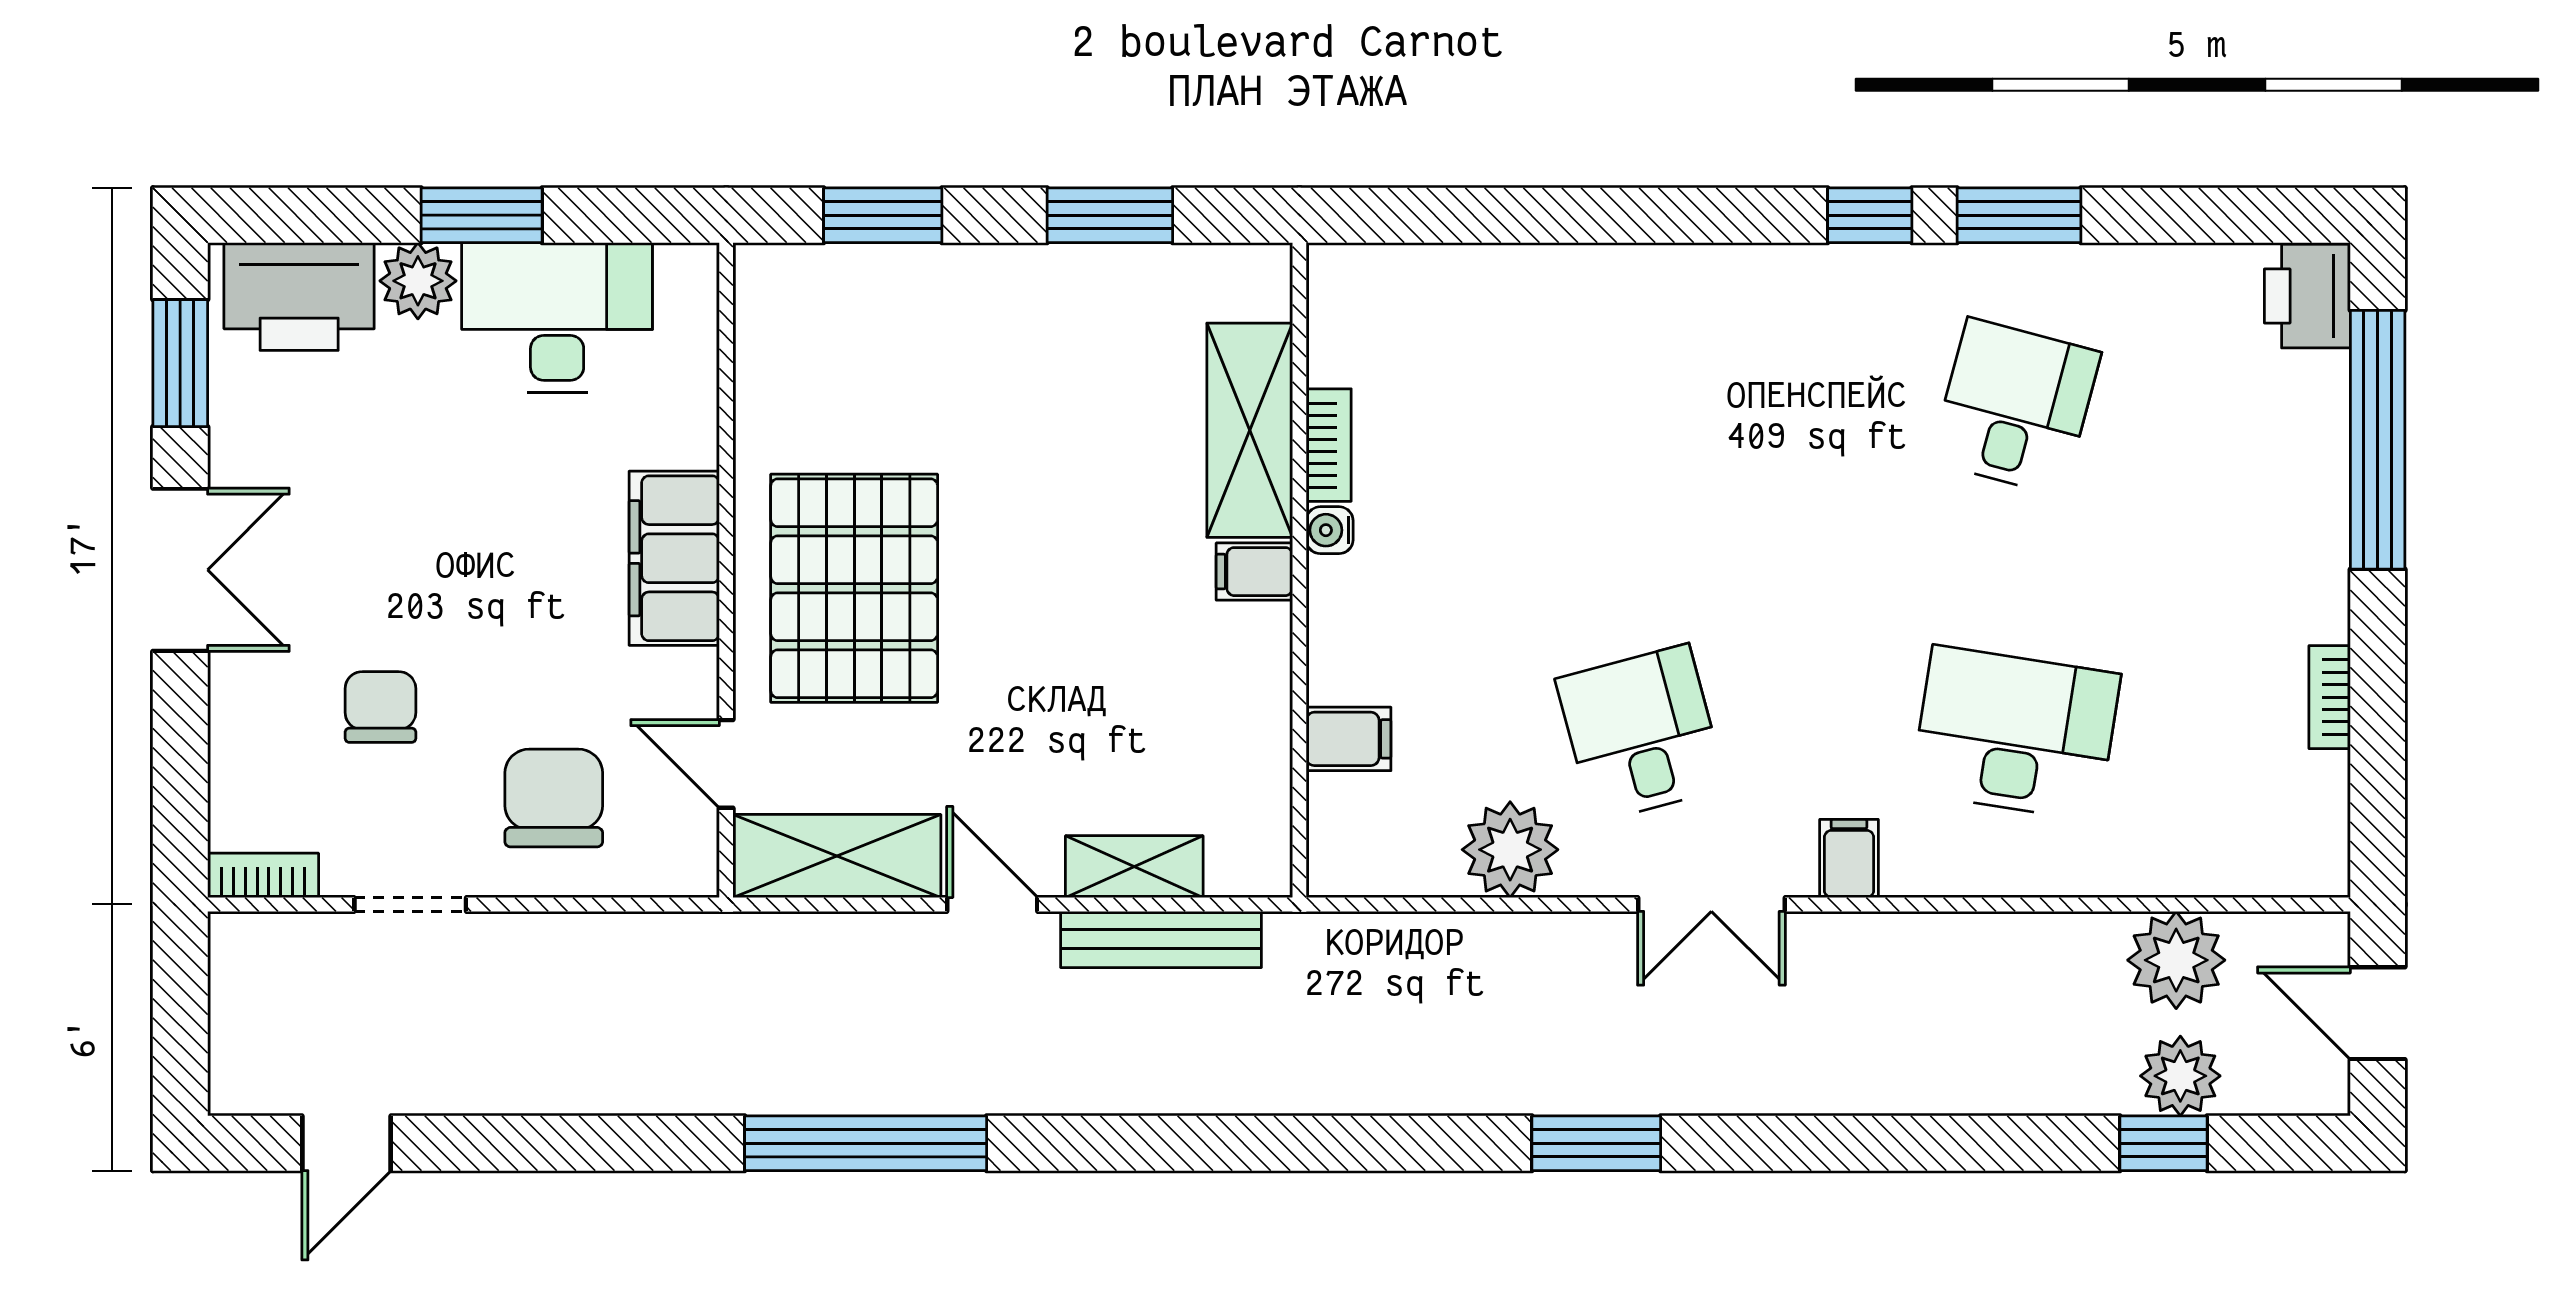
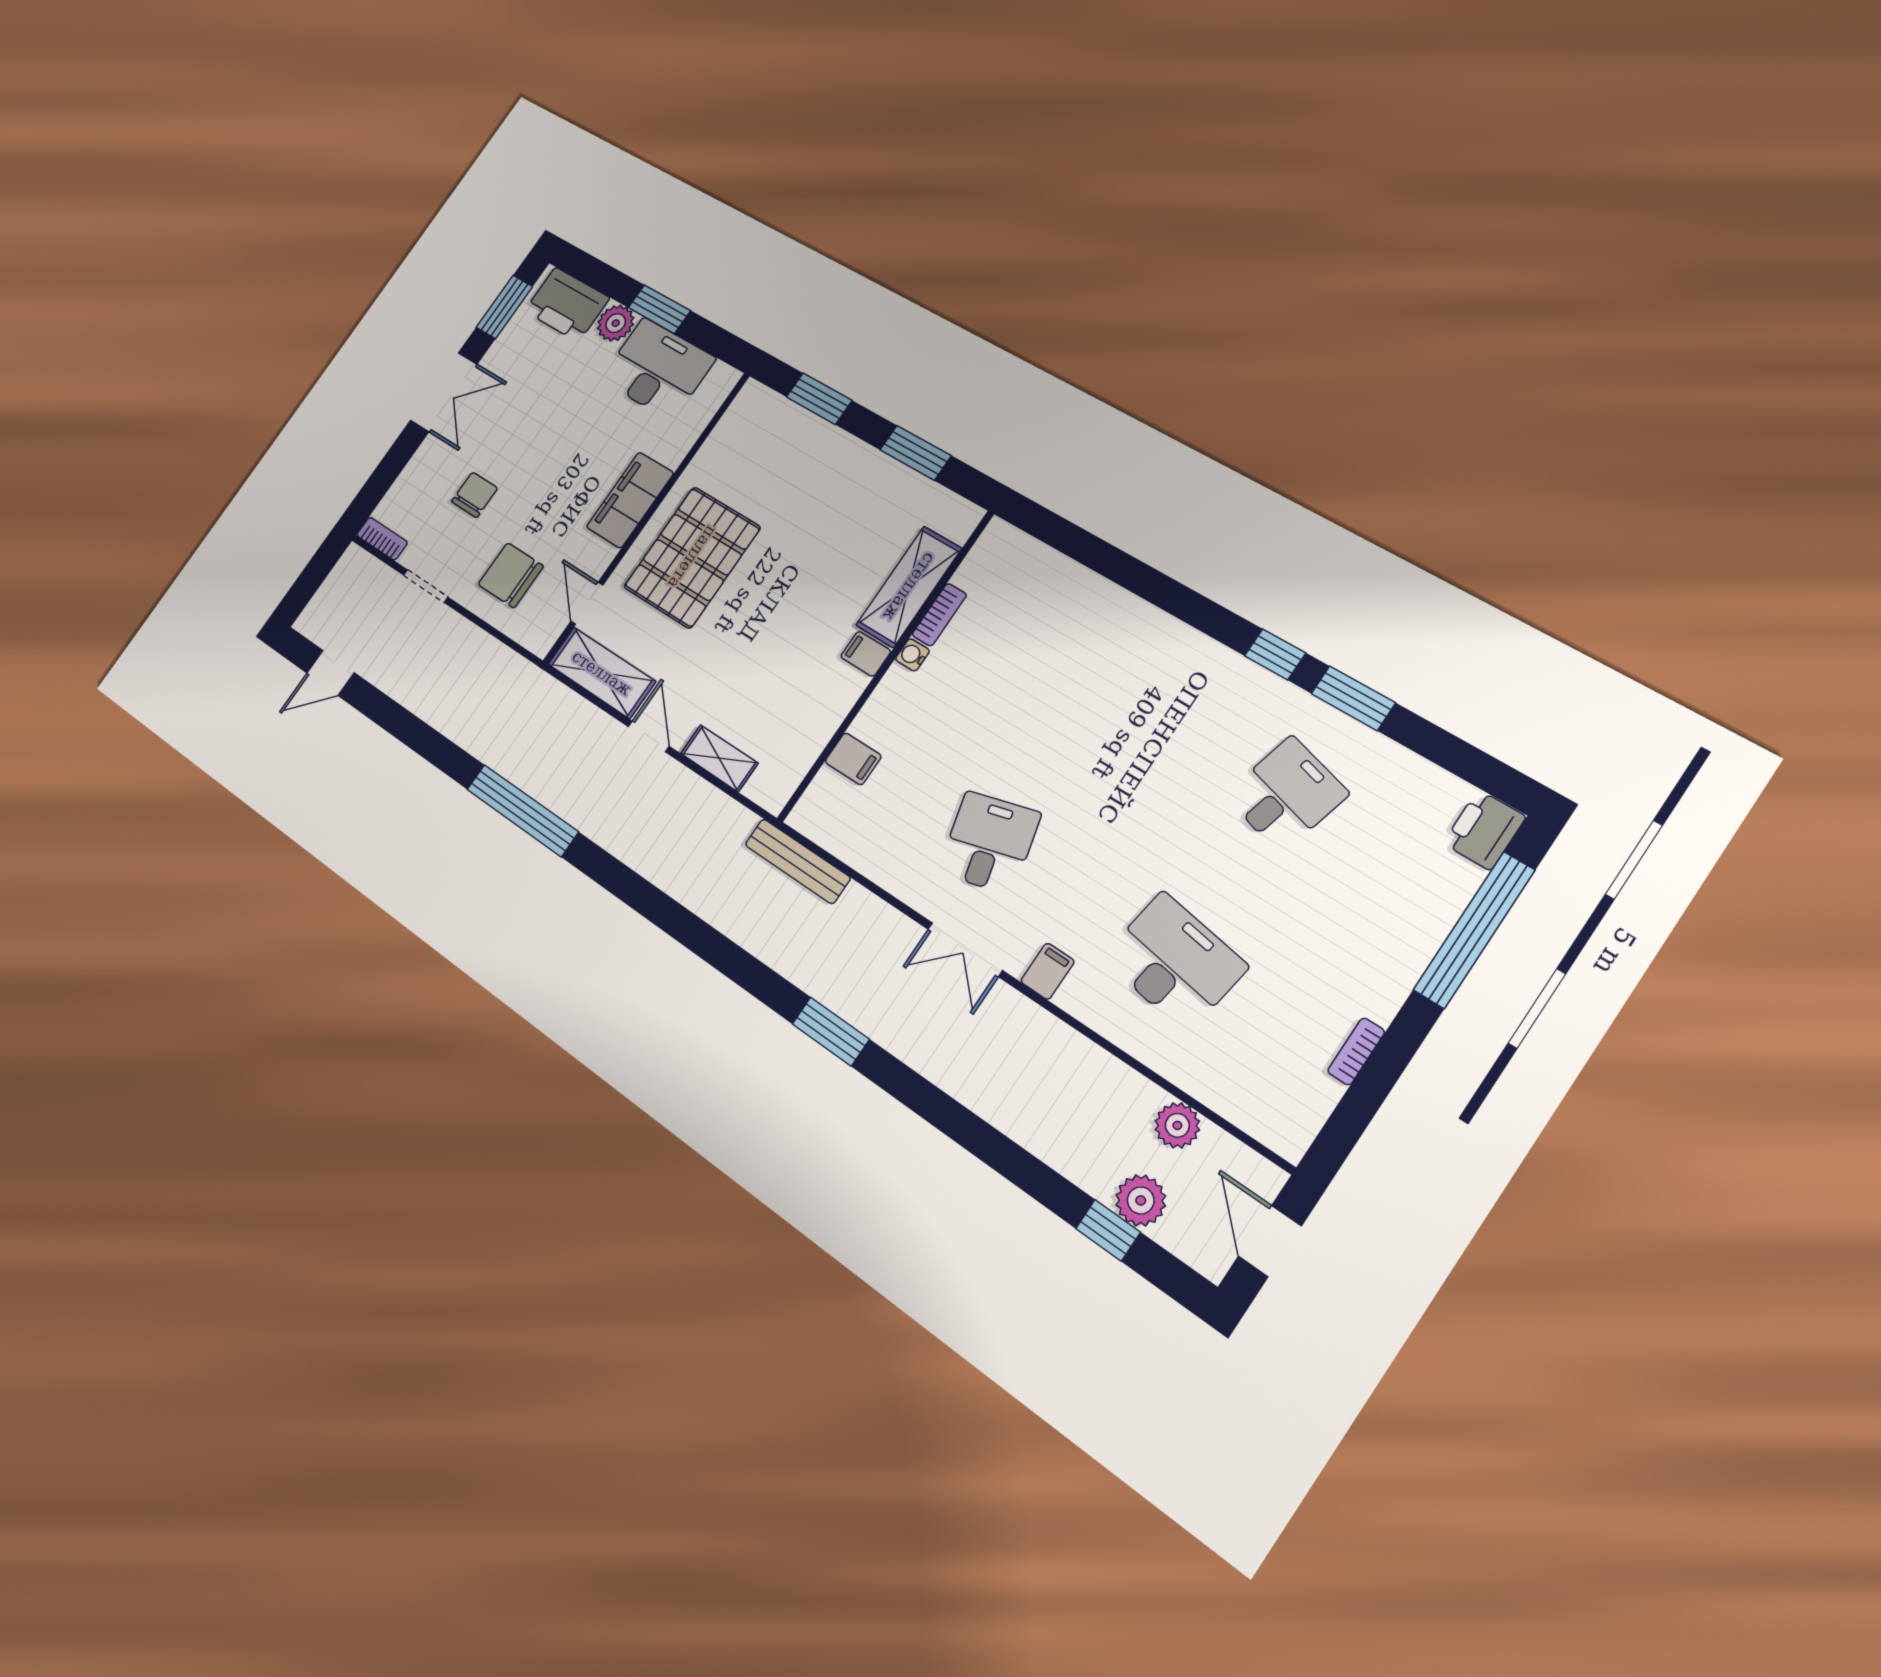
chair: (554, 798) -> (511, 575), turned -90
plant: (1510, 850) -> (890, 860), removed
bench: (1161, 939) -> (797, 861), moved
plant: (2176, 960) -> (1177, 1125), width x0.73, depth x0.73

